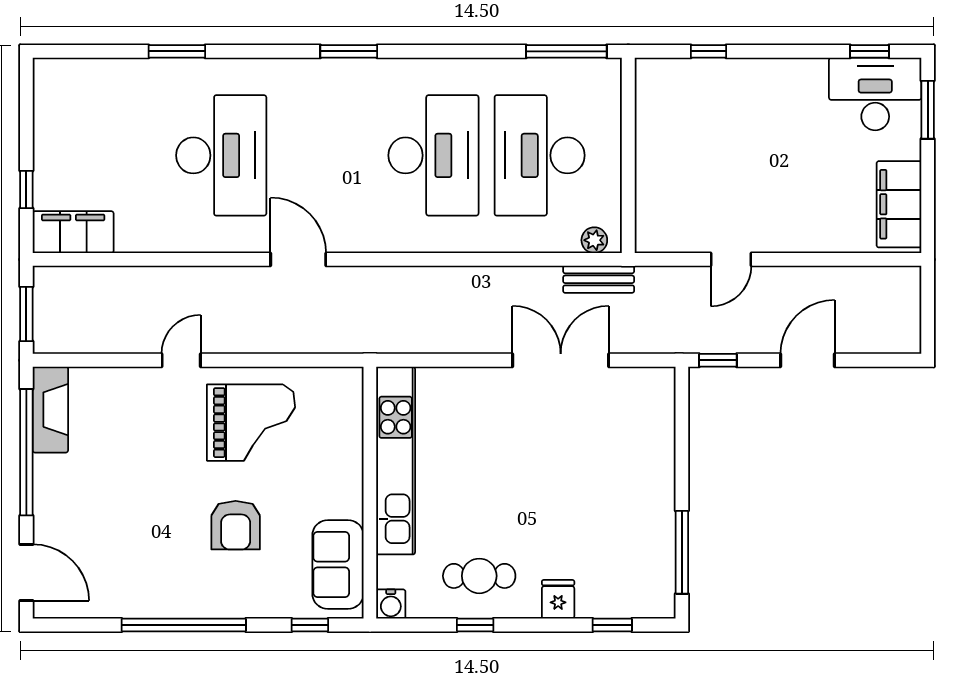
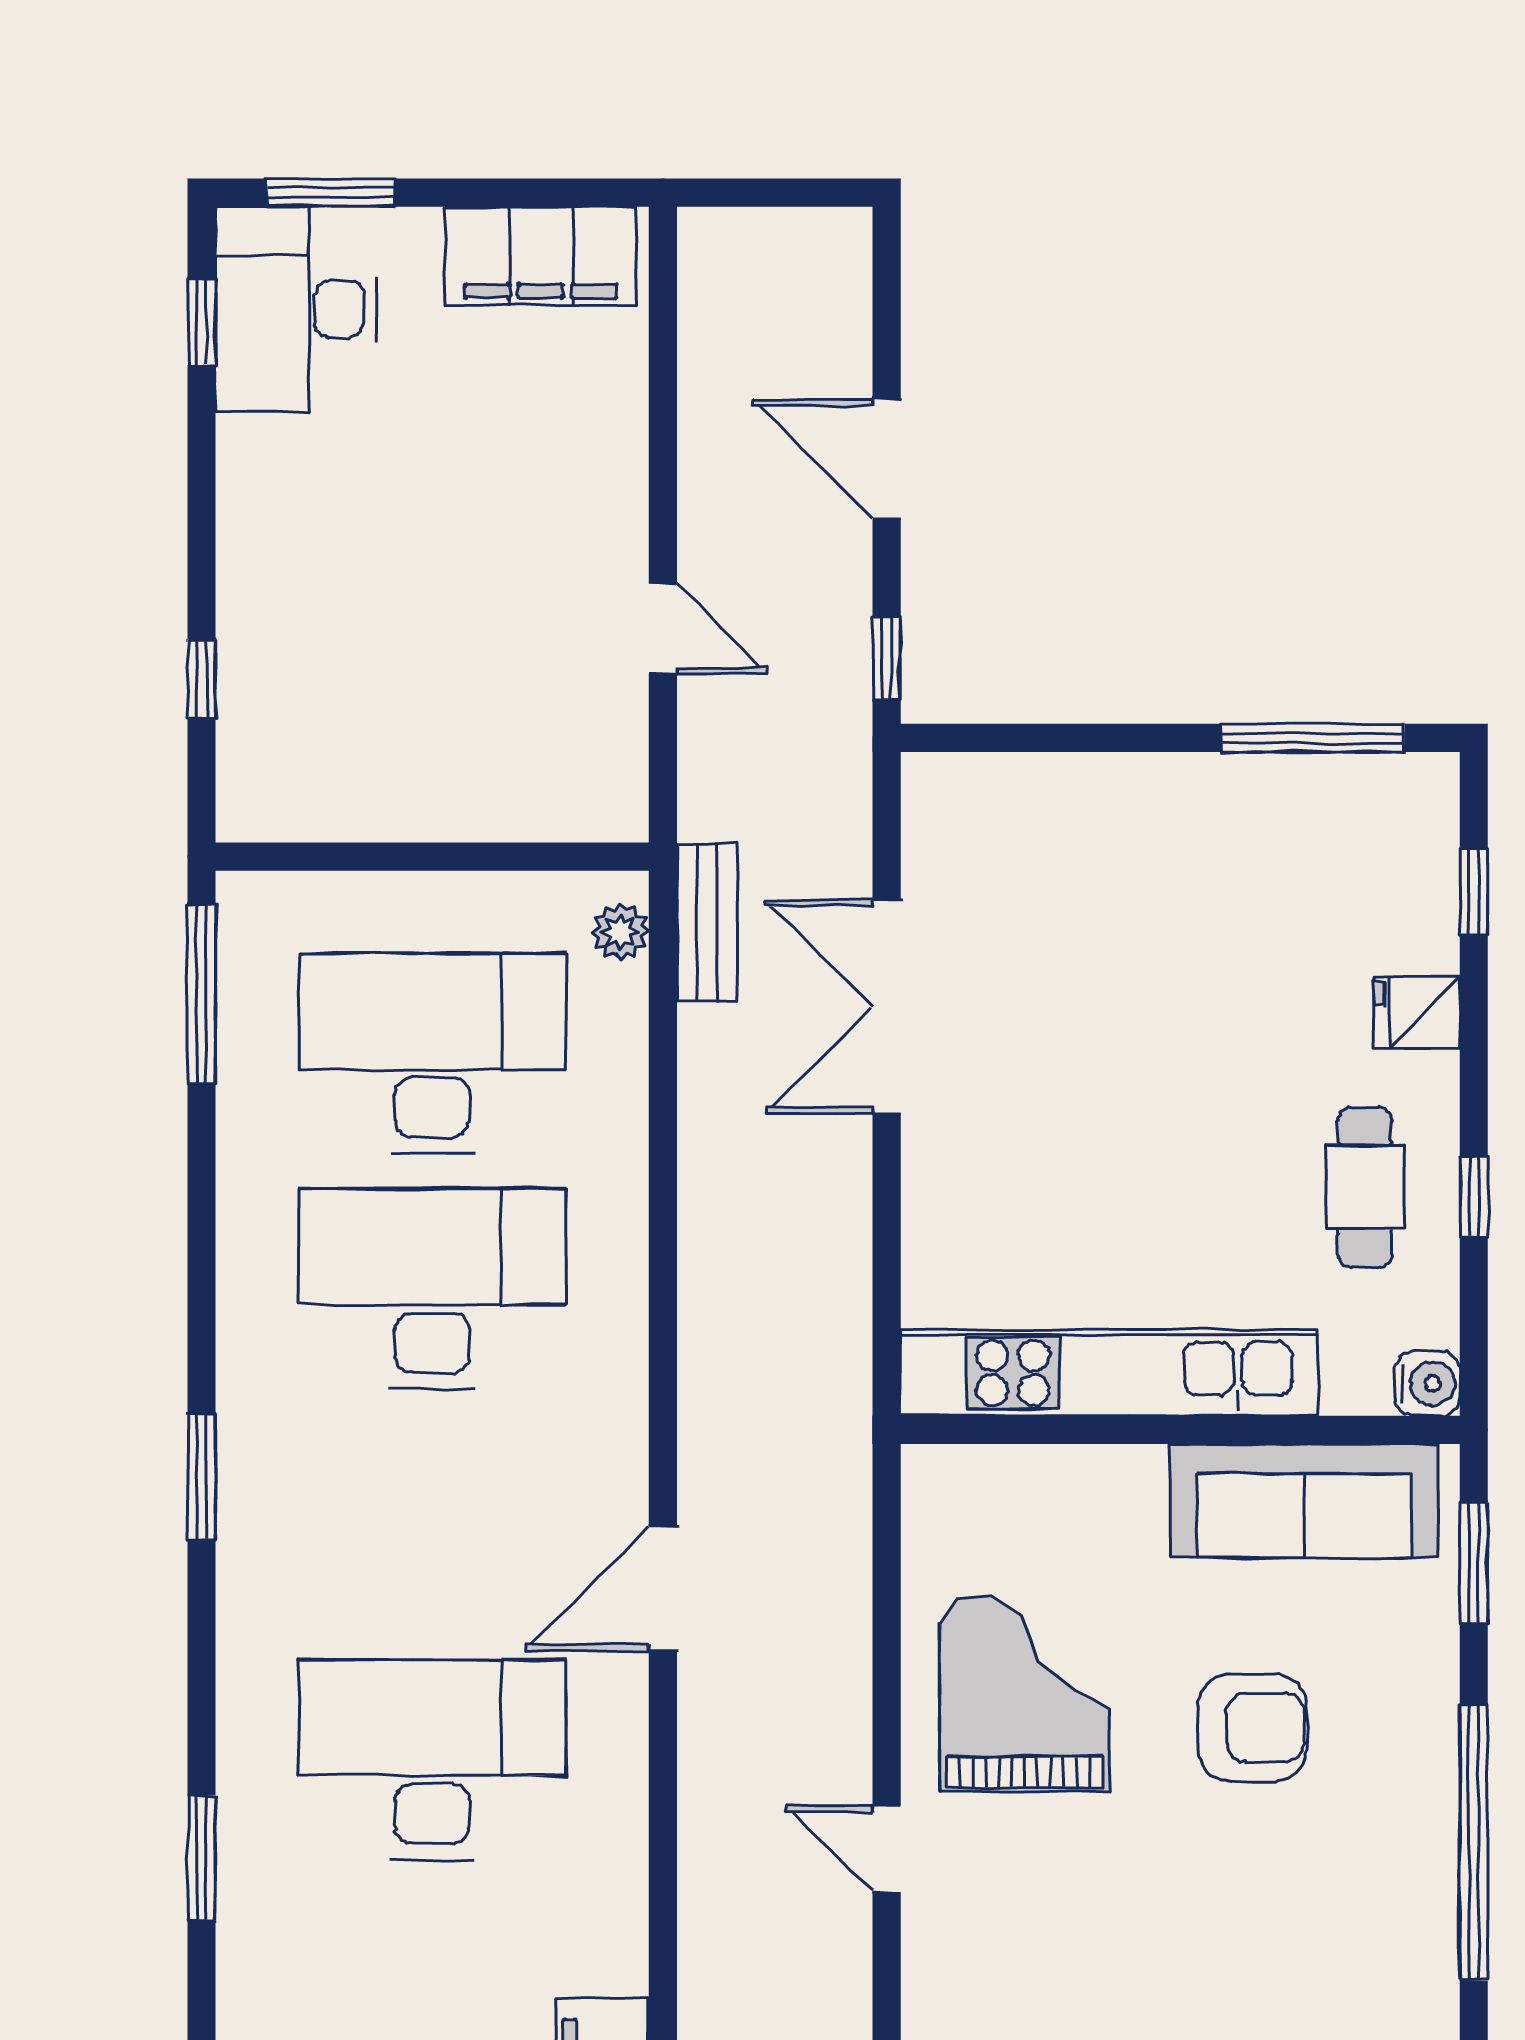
desk: (540, 155) -> (432, 1053), turned 180
sofa: (338, 565) -> (1304, 1501), width x1.36
window: (310, 625) -> (1474, 1563), width x1.50

